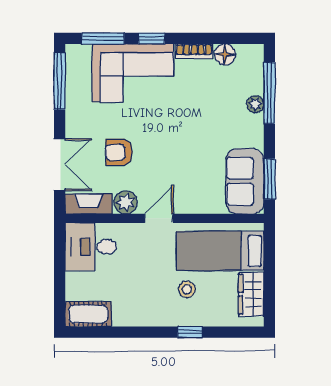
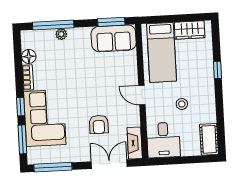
plant: (126, 202) -> (132, 118), removed
stool: (187, 289) -> (182, 104), moved

